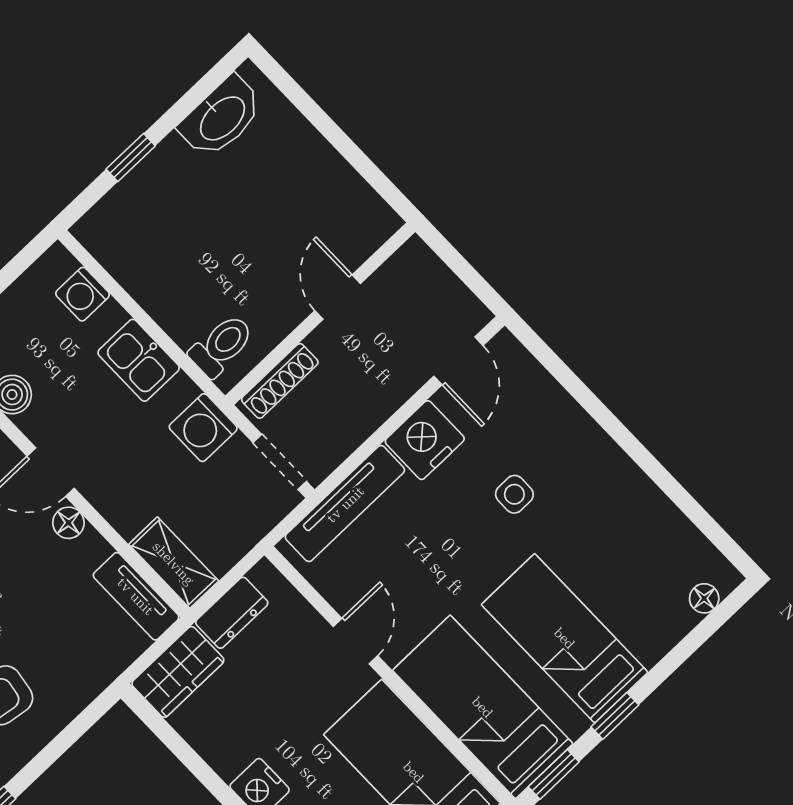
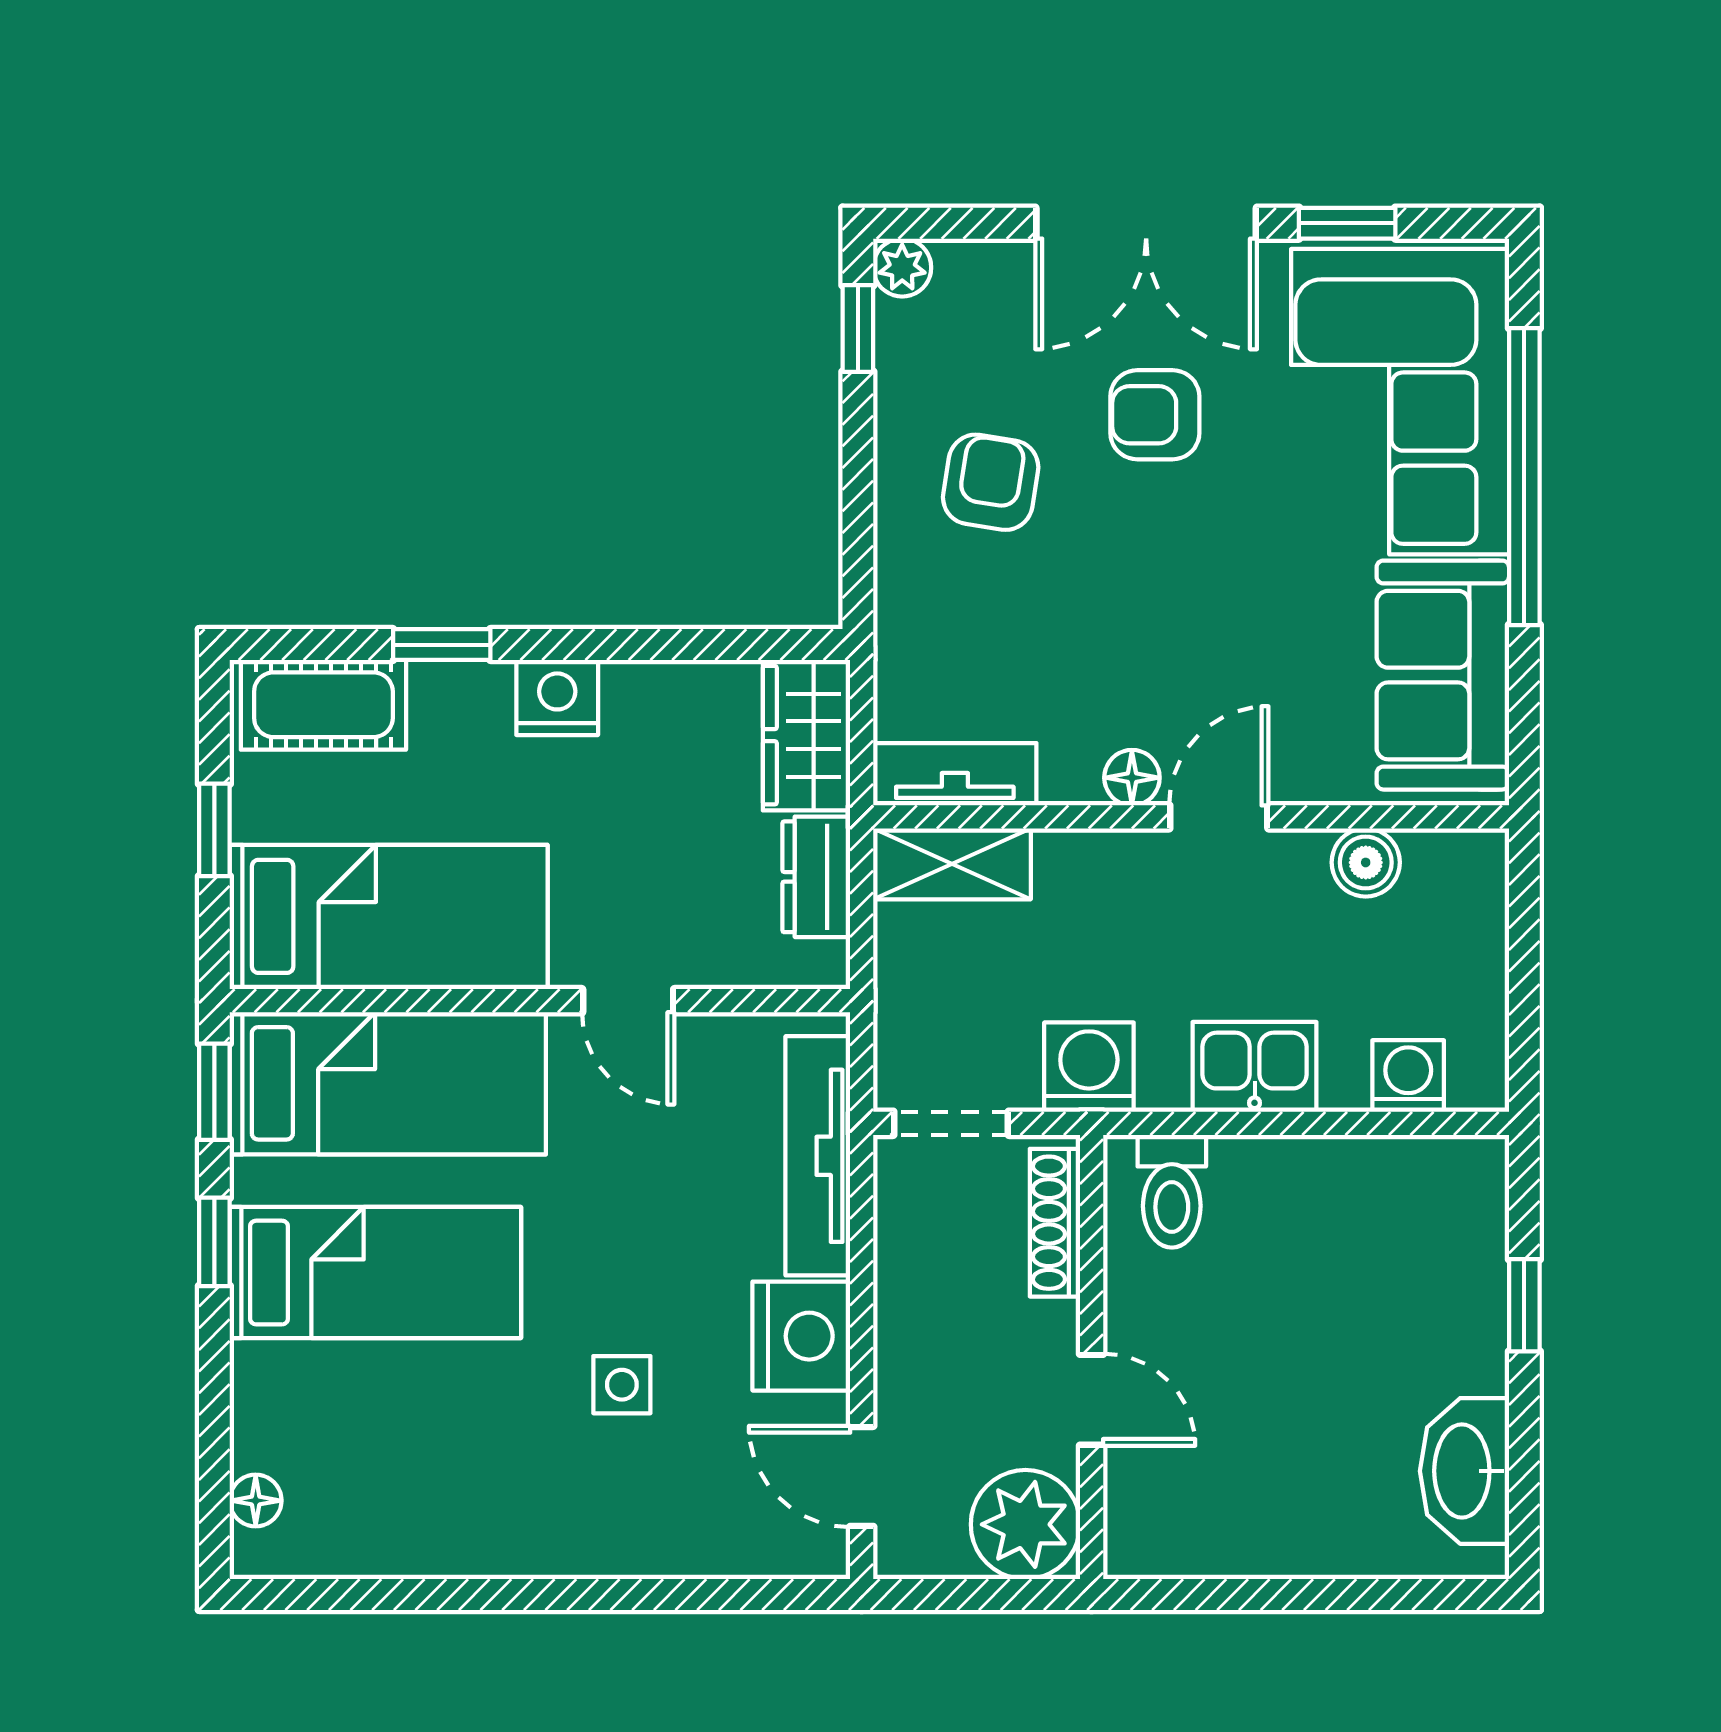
plant: (414, 275) -> (1025, 1524), added

